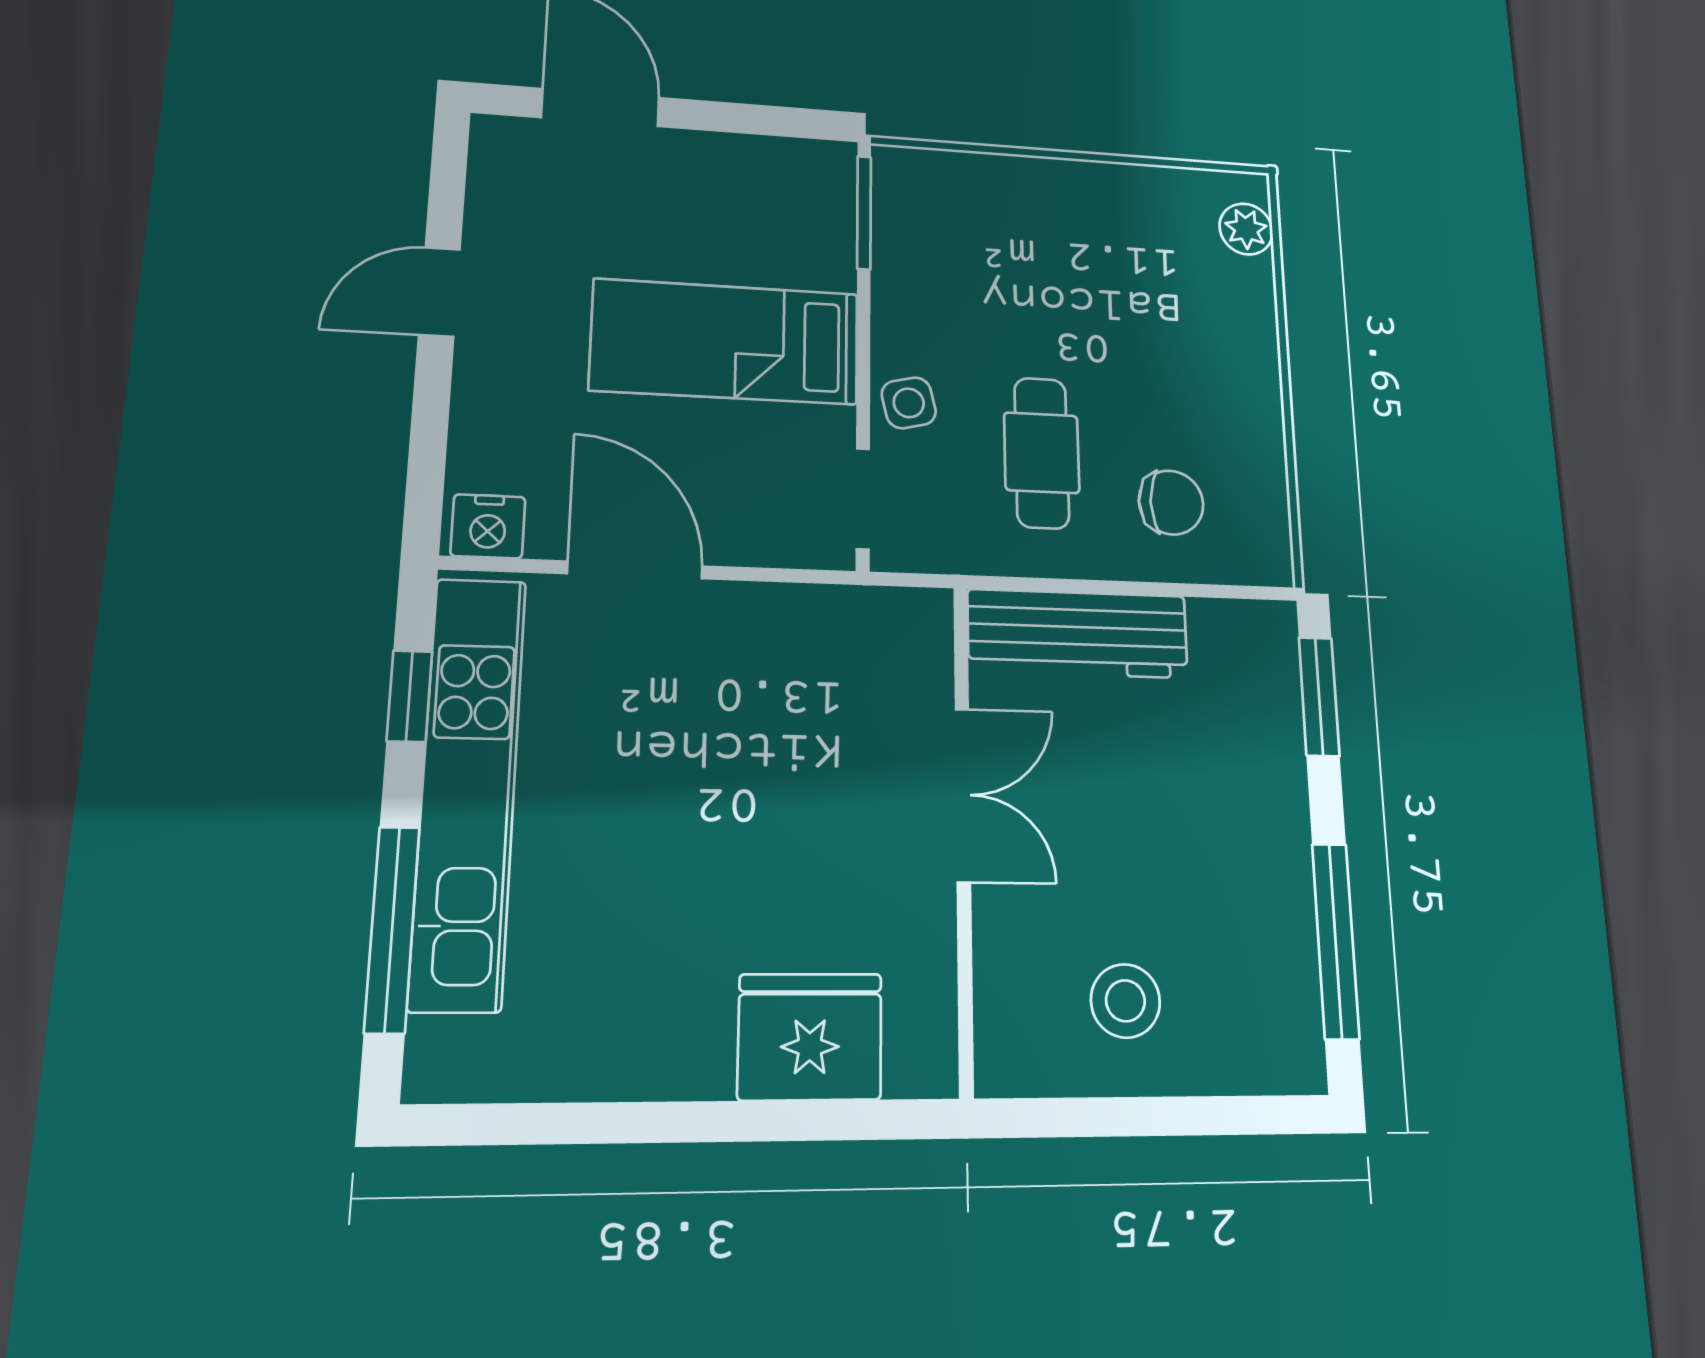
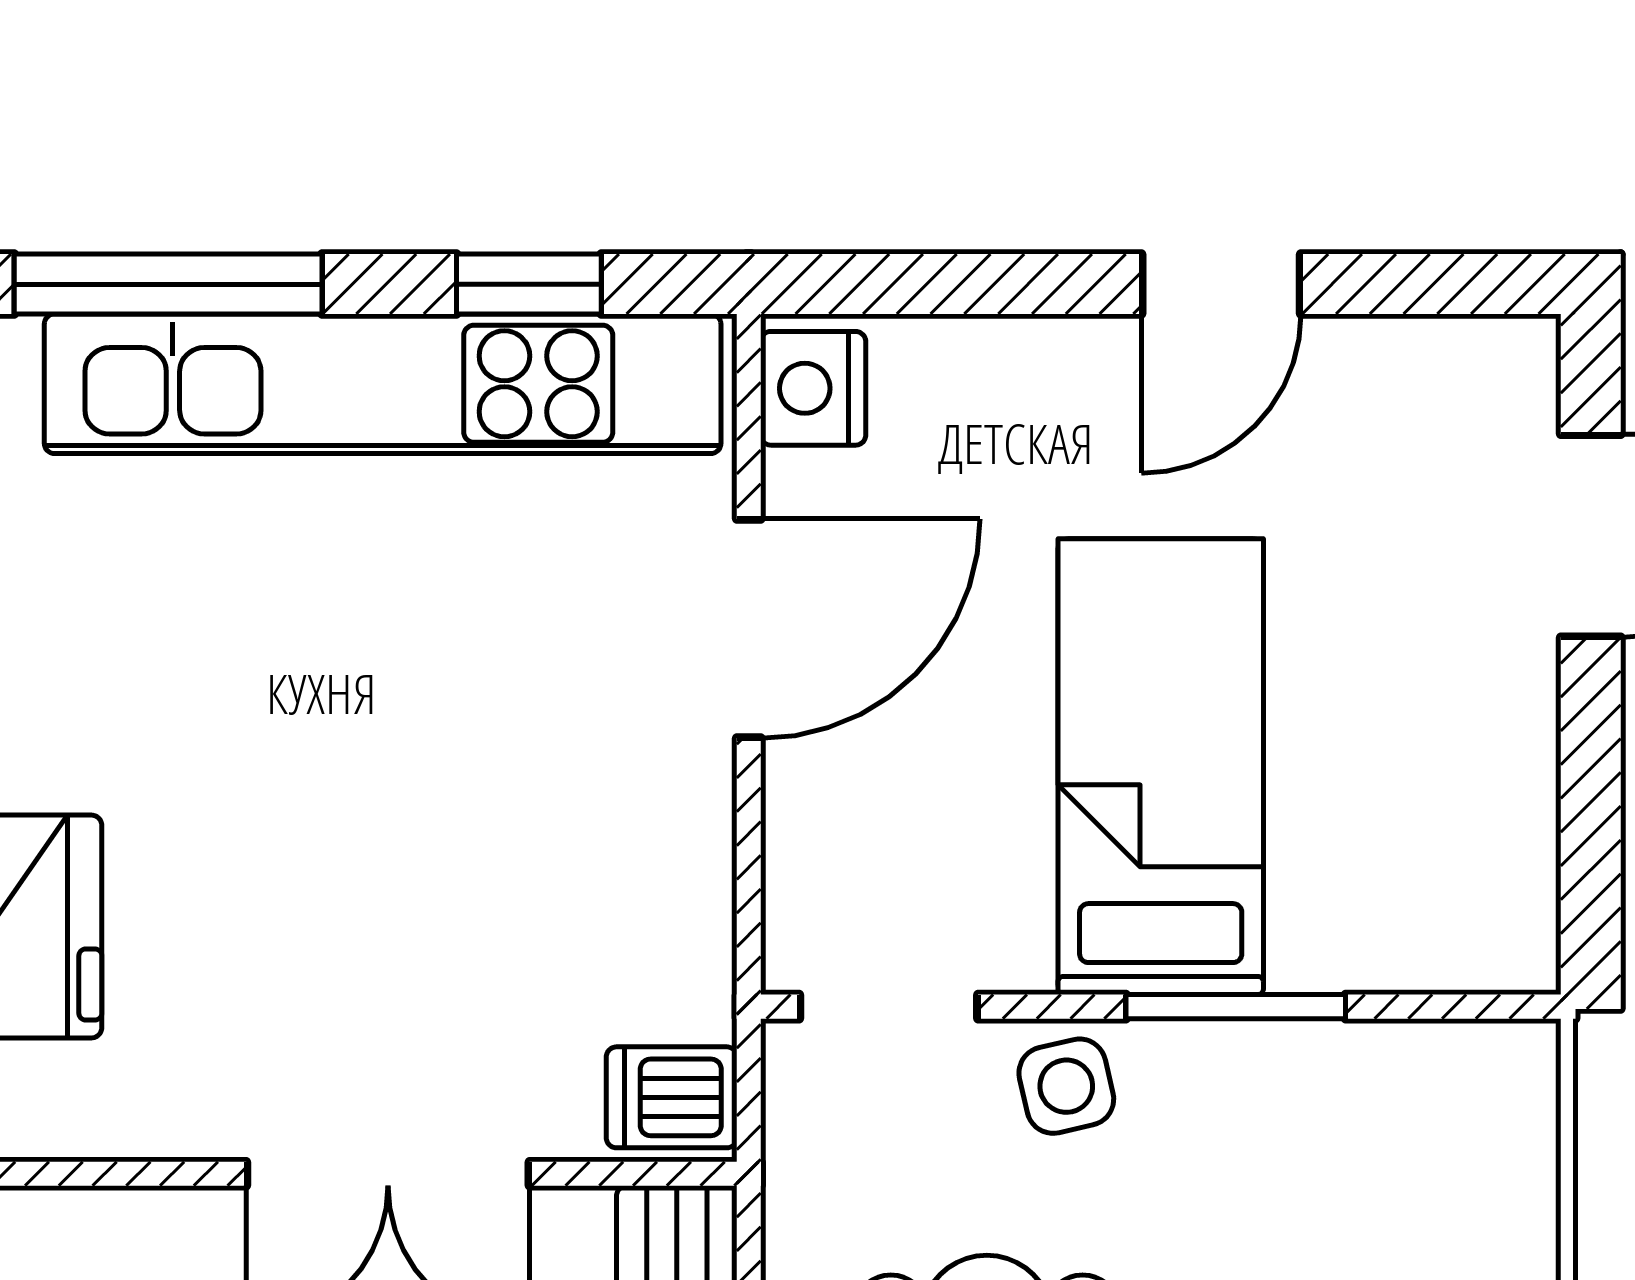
window: (864, 212) -> (1236, 1007), moved
door: (439, 292) -> (1221, 284), swing flipped
dishwasher: (916, 625) -> (672, 1097), added

